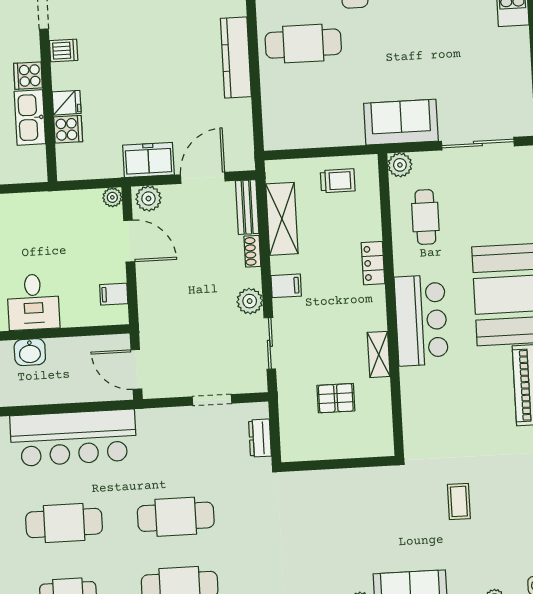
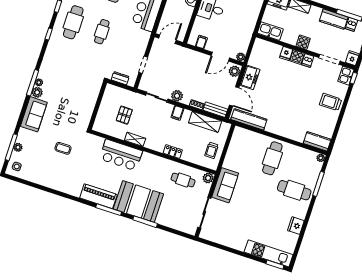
kitchen counter: (236, 58) -> (249, 119), moved
kitchen sink: (30, 118) -> (270, 31), moved
cooker: (68, 129) -> (297, 57), moved
bar counter: (421, 320) -> (121, 155), moved
cafe table: (176, 517) -> (102, 32), width x0.73, depth x0.74

